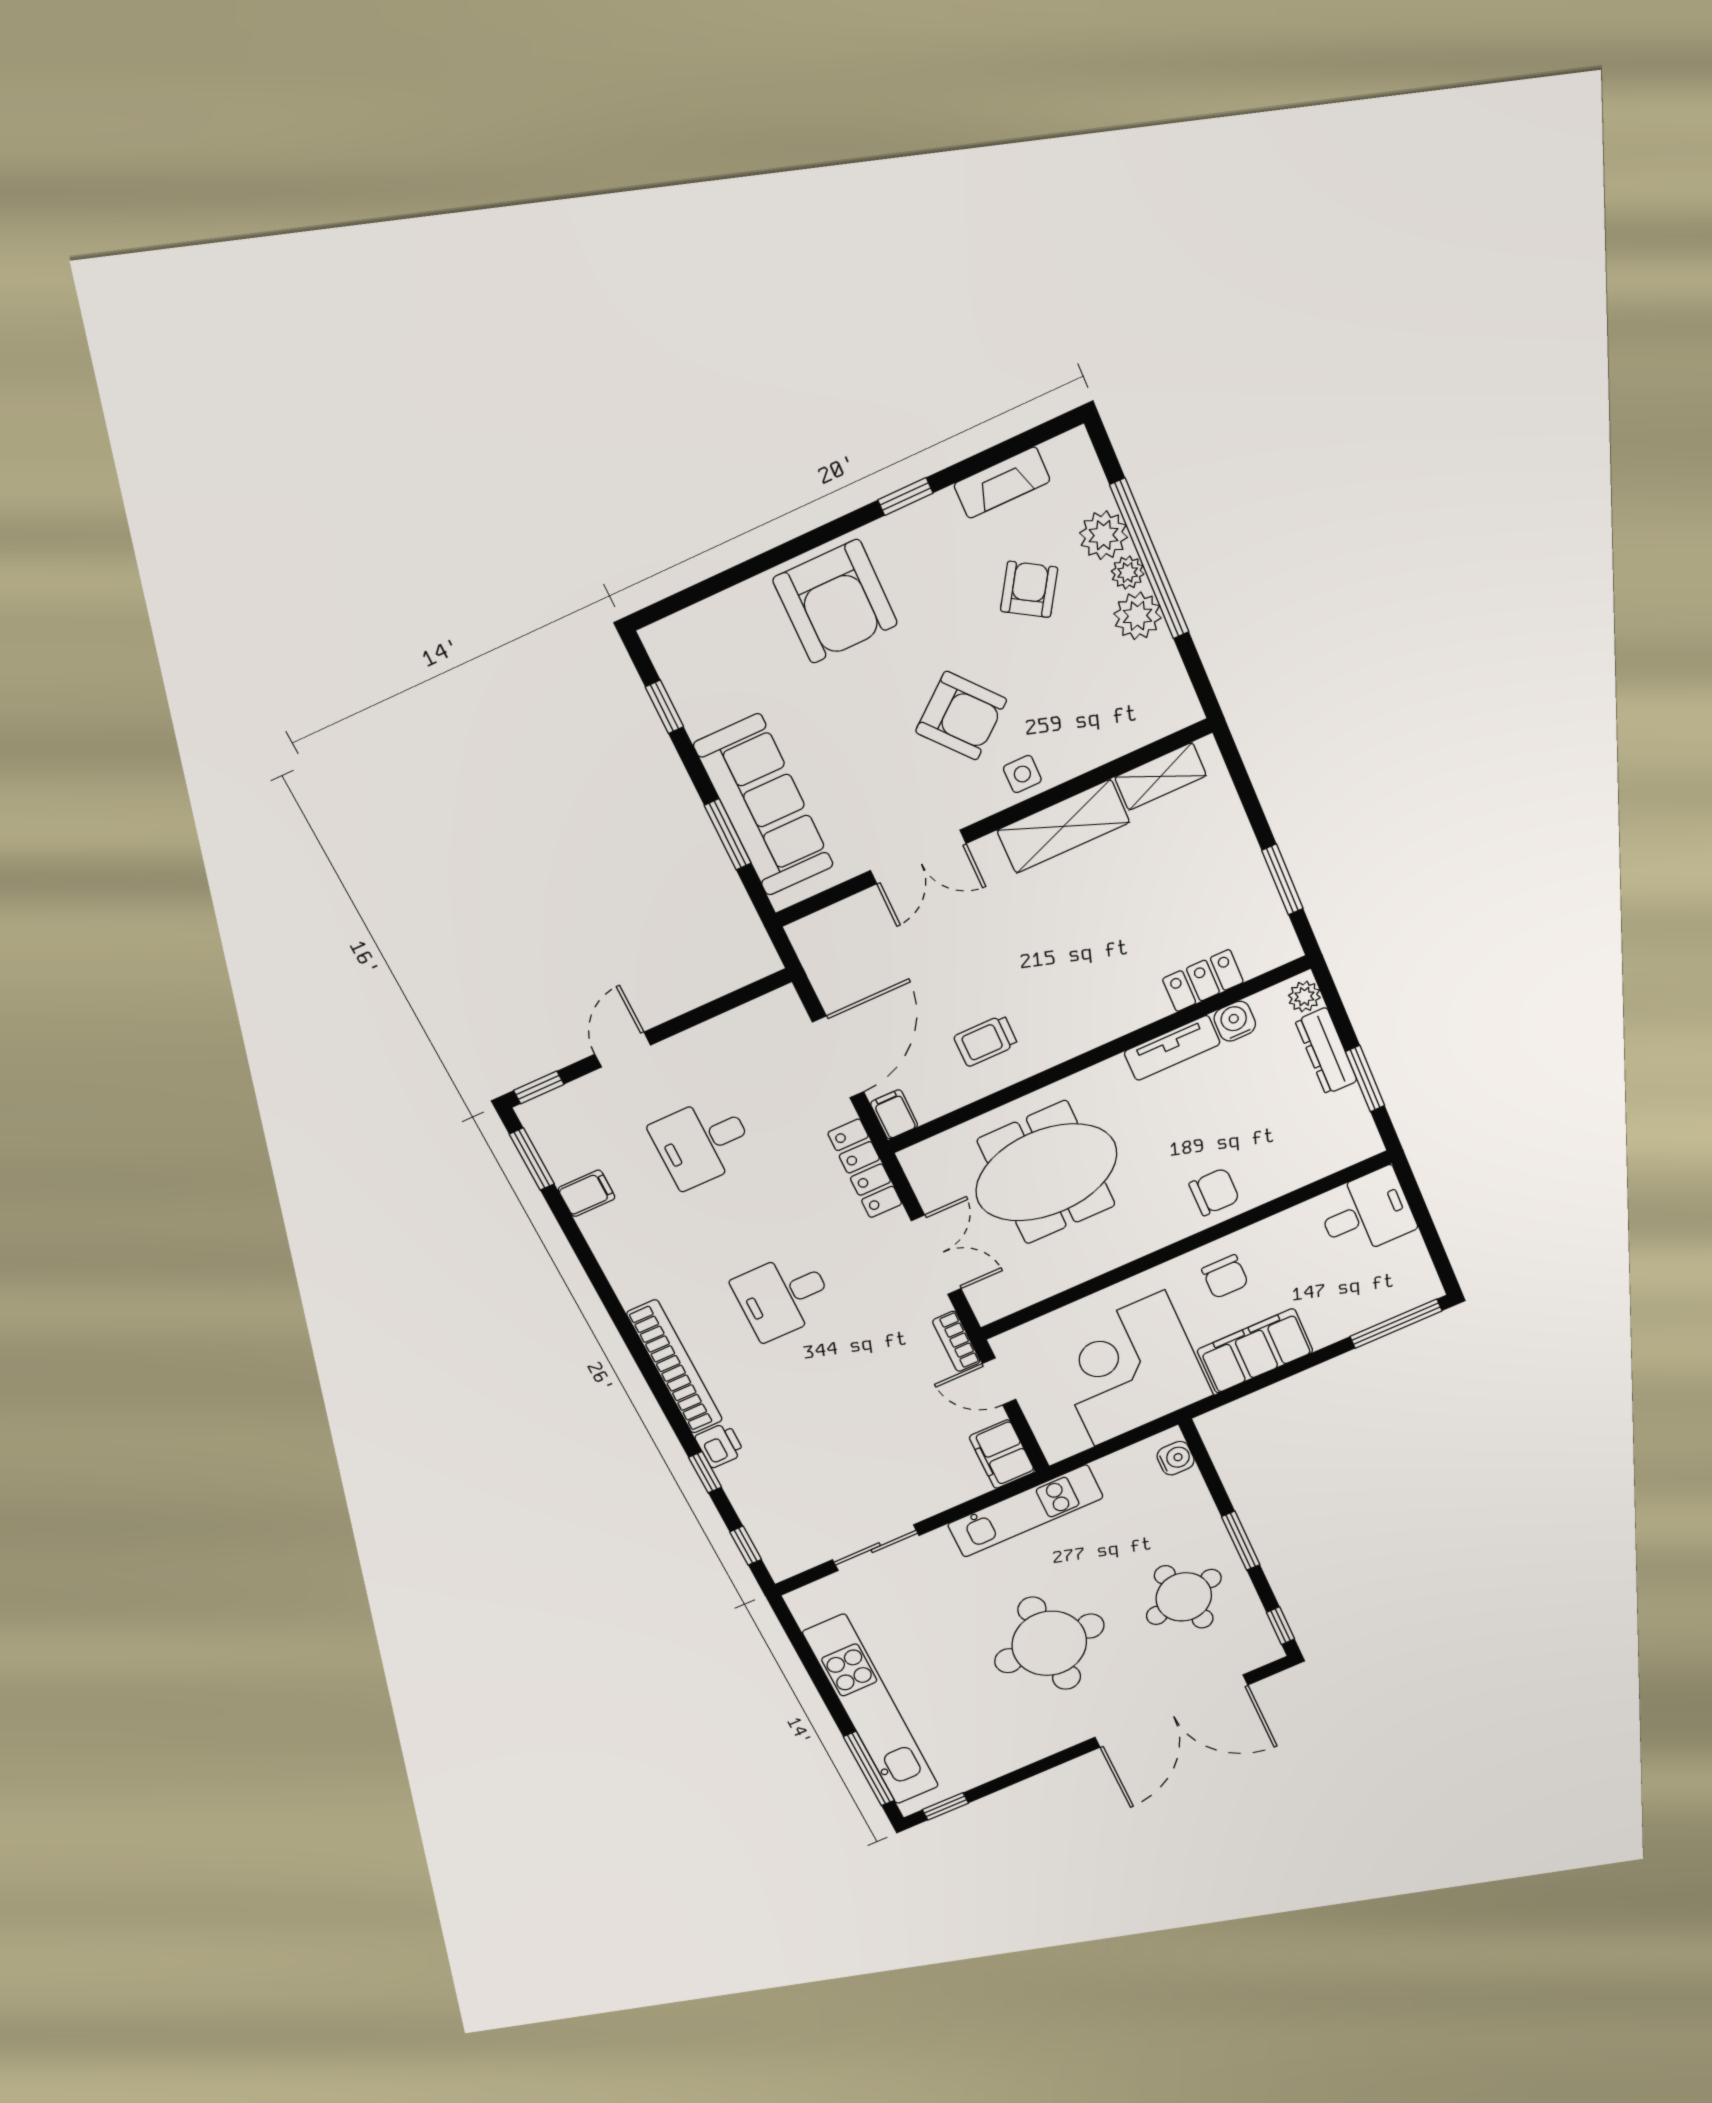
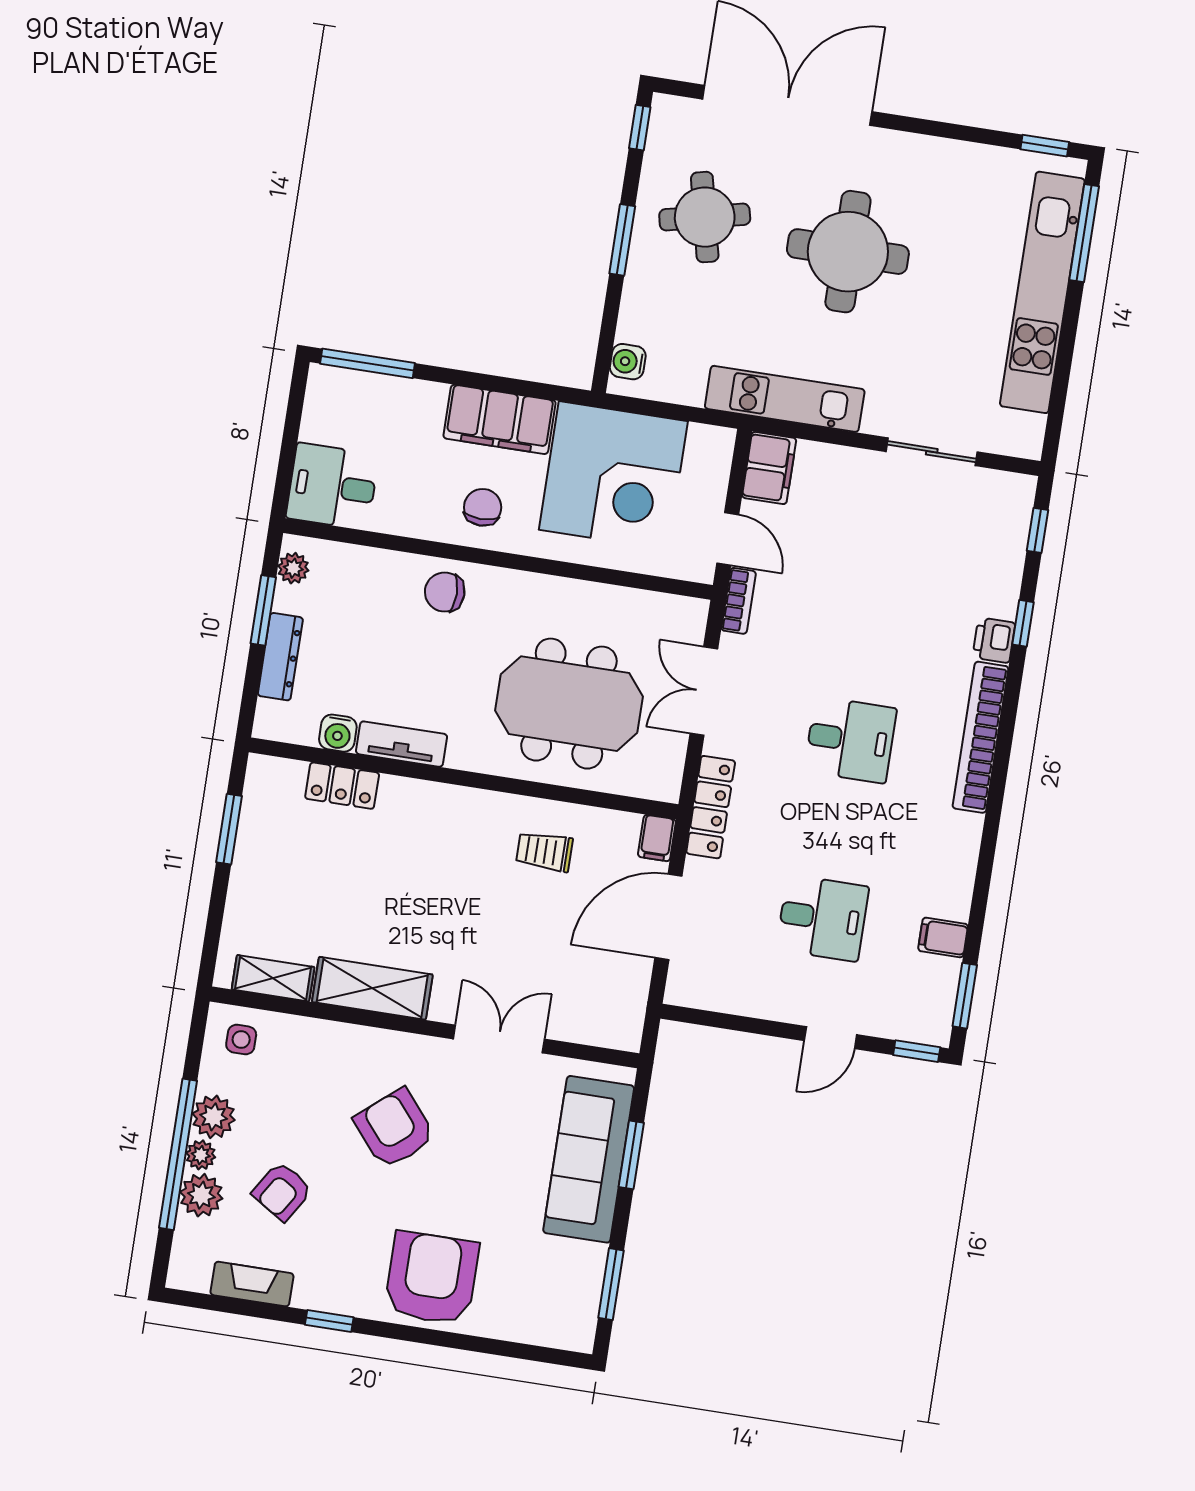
window: (664, 707) -> (611, 1284), width x1.50
side table: (1022, 774) -> (241, 1040), moved
plant: (1304, 997) -> (293, 568), moved
trolley: (986, 1041) -> (544, 851), turned 180

